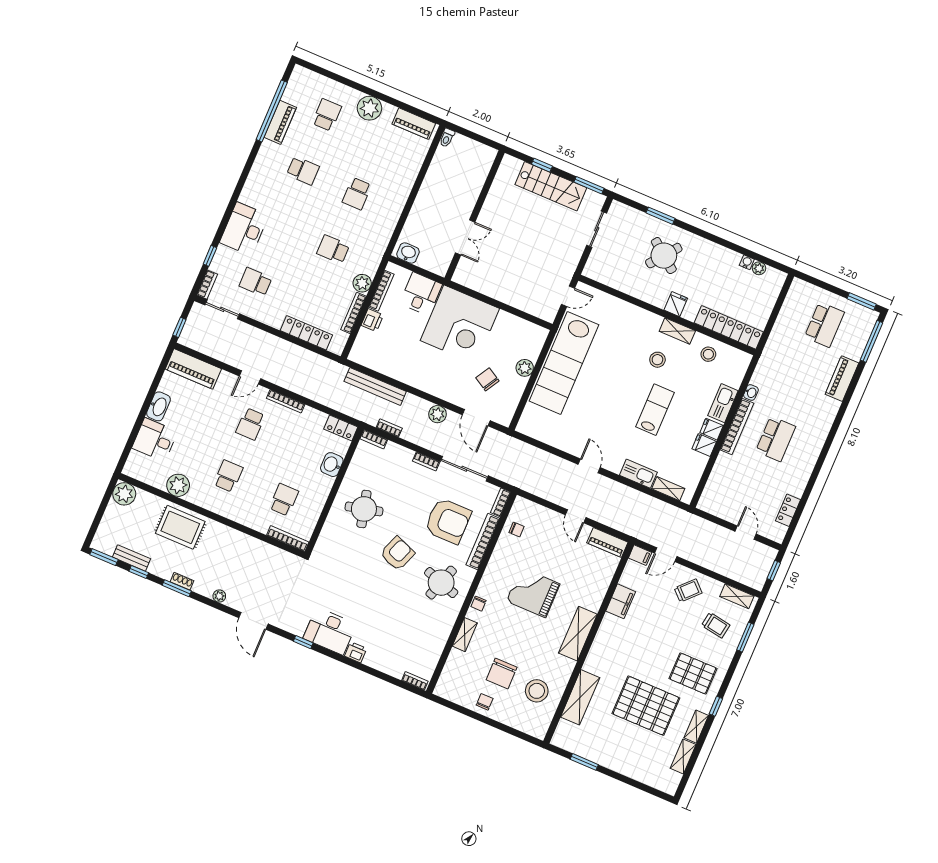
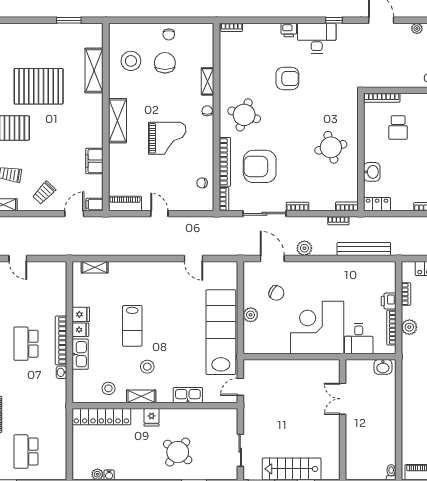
bookcase: (354, 313) -> (406, 294), width x0.64
door: (589, 466) -> (194, 259), moved
kitchen sink: (638, 474) -> (188, 395), moved, turned 180
armchair: (397, 554) -> (287, 79), moved, turned -111

